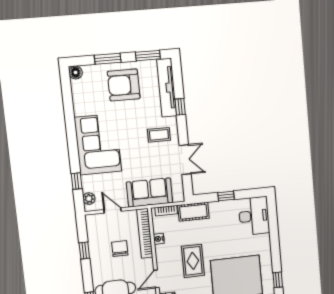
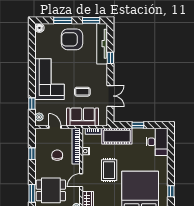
coffee table: (159, 135) -> (82, 92), moved
cot: (193, 212) -> (117, 136), width x1.37, depth x1.34

